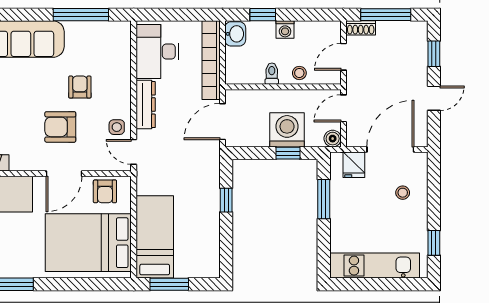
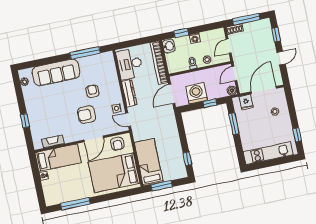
washing machine: (287, 130) -> (196, 93), moved
window: (226, 200) -> (187, 159), moved

